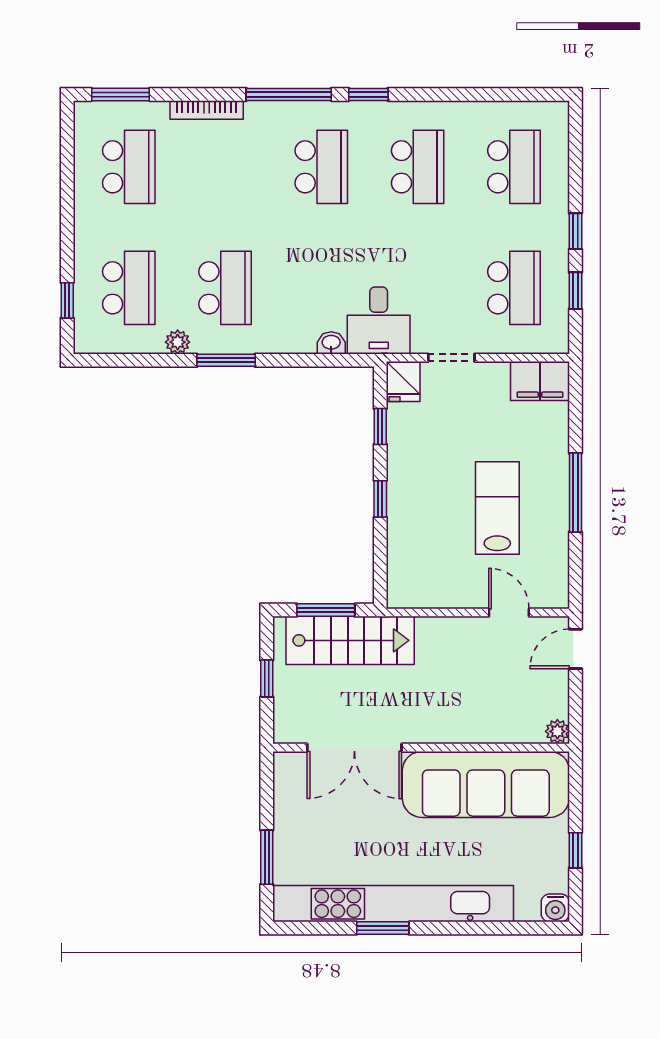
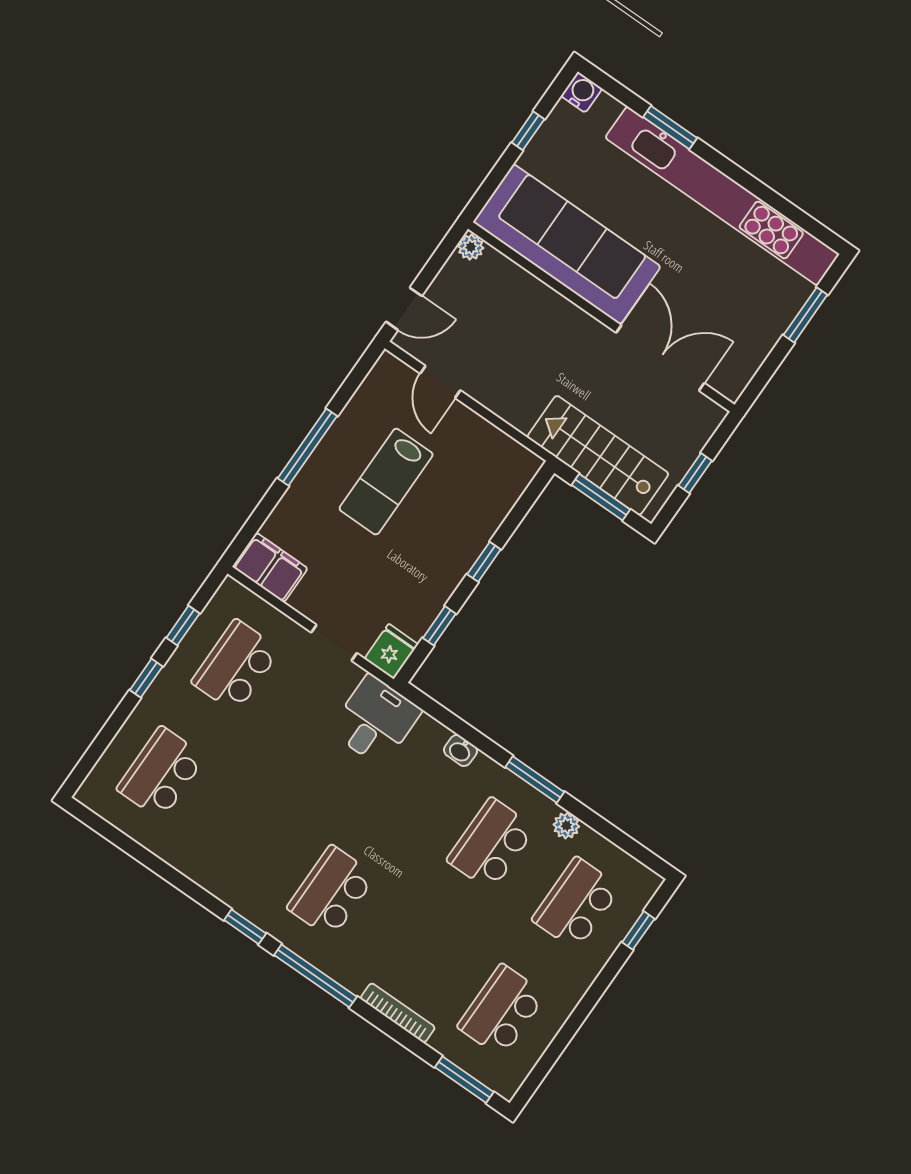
school desk: (418, 167) -> (246, 832), removed
washbasin: (331, 343) -> (461, 750), moved
window: (383, 928) -> (670, 127), moved

